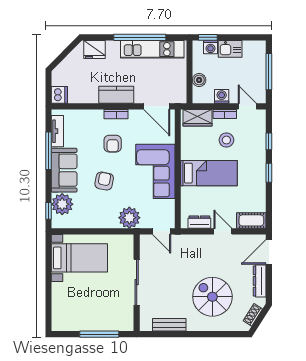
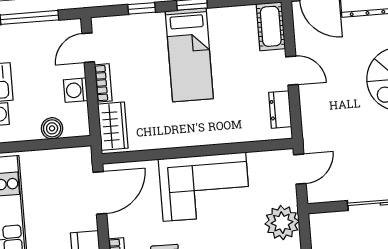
stool: (226, 140) -> (145, 77), removed
bed: (209, 173) -> (189, 55), moved, turned 180
door: (223, 231) -> (292, 71), swing flipped

